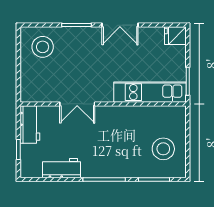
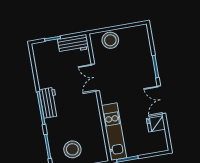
fridge: (175, 36) -> (156, 124), moved, turned -90
stool: (43, 47) -> (110, 40), moved
workbench: (61, 168) -> (49, 103), moved

